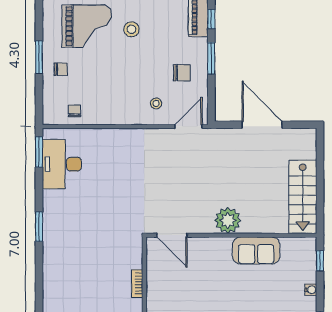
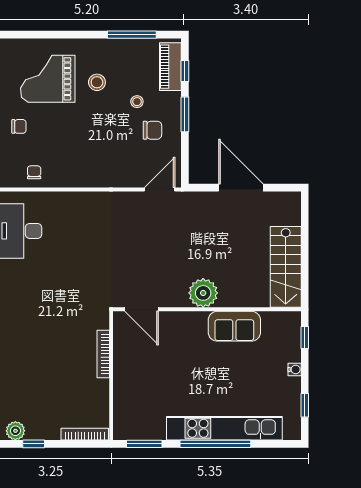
grand piano: (87, 26) -> (48, 79), turned 180
stool: (156, 103) -> (137, 102), moved
bookcase: (137, 284) -> (103, 354), width x1.56

